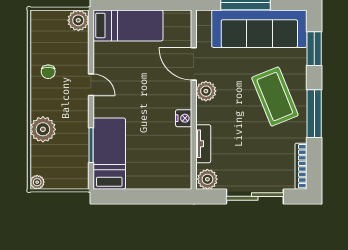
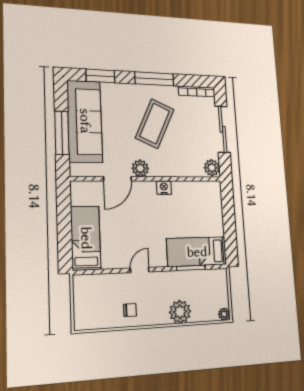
plant: (78, 20) -> (82, 284), removed
coffee table: (275, 97) -> (155, 124), moved, turned -43
tv unit: (203, 144) -> (184, 171), removed

